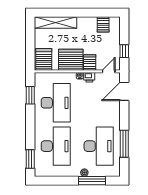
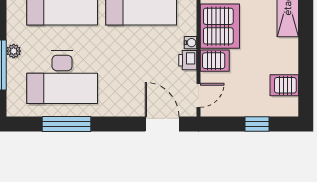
window: (124, 51) -> (257, 124), moved
door: (109, 71) -> (199, 95), hinge flipped

